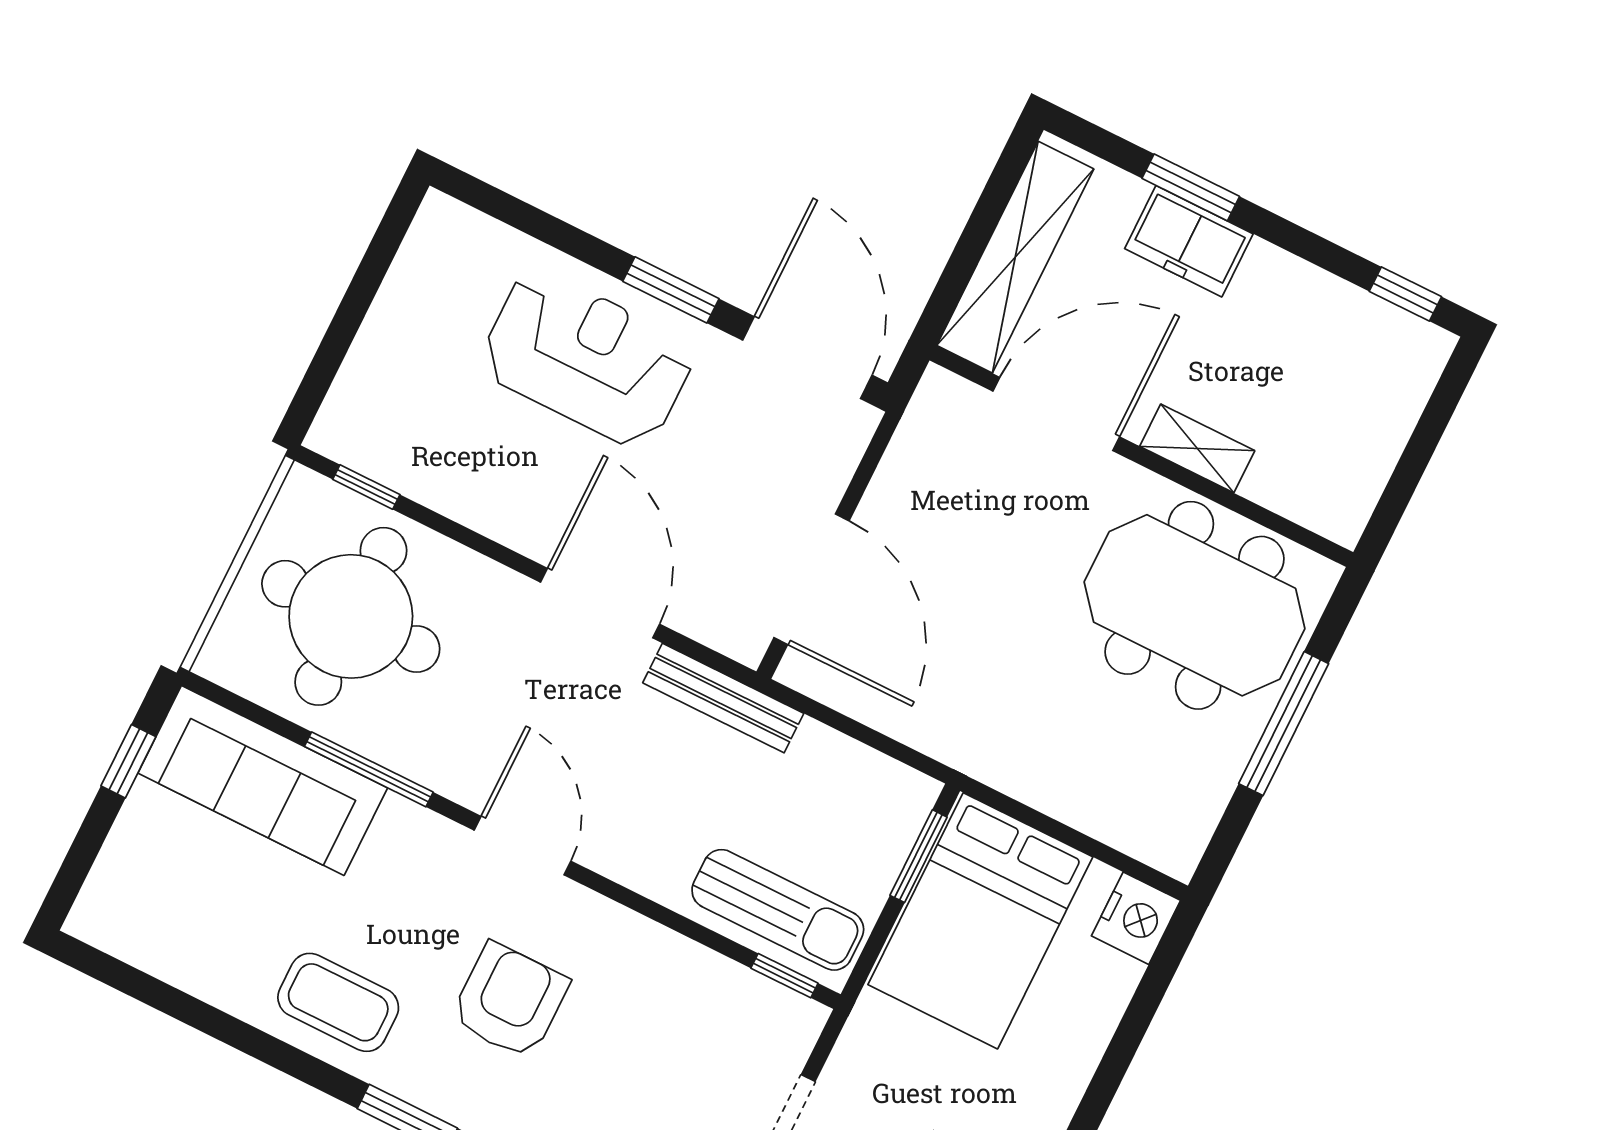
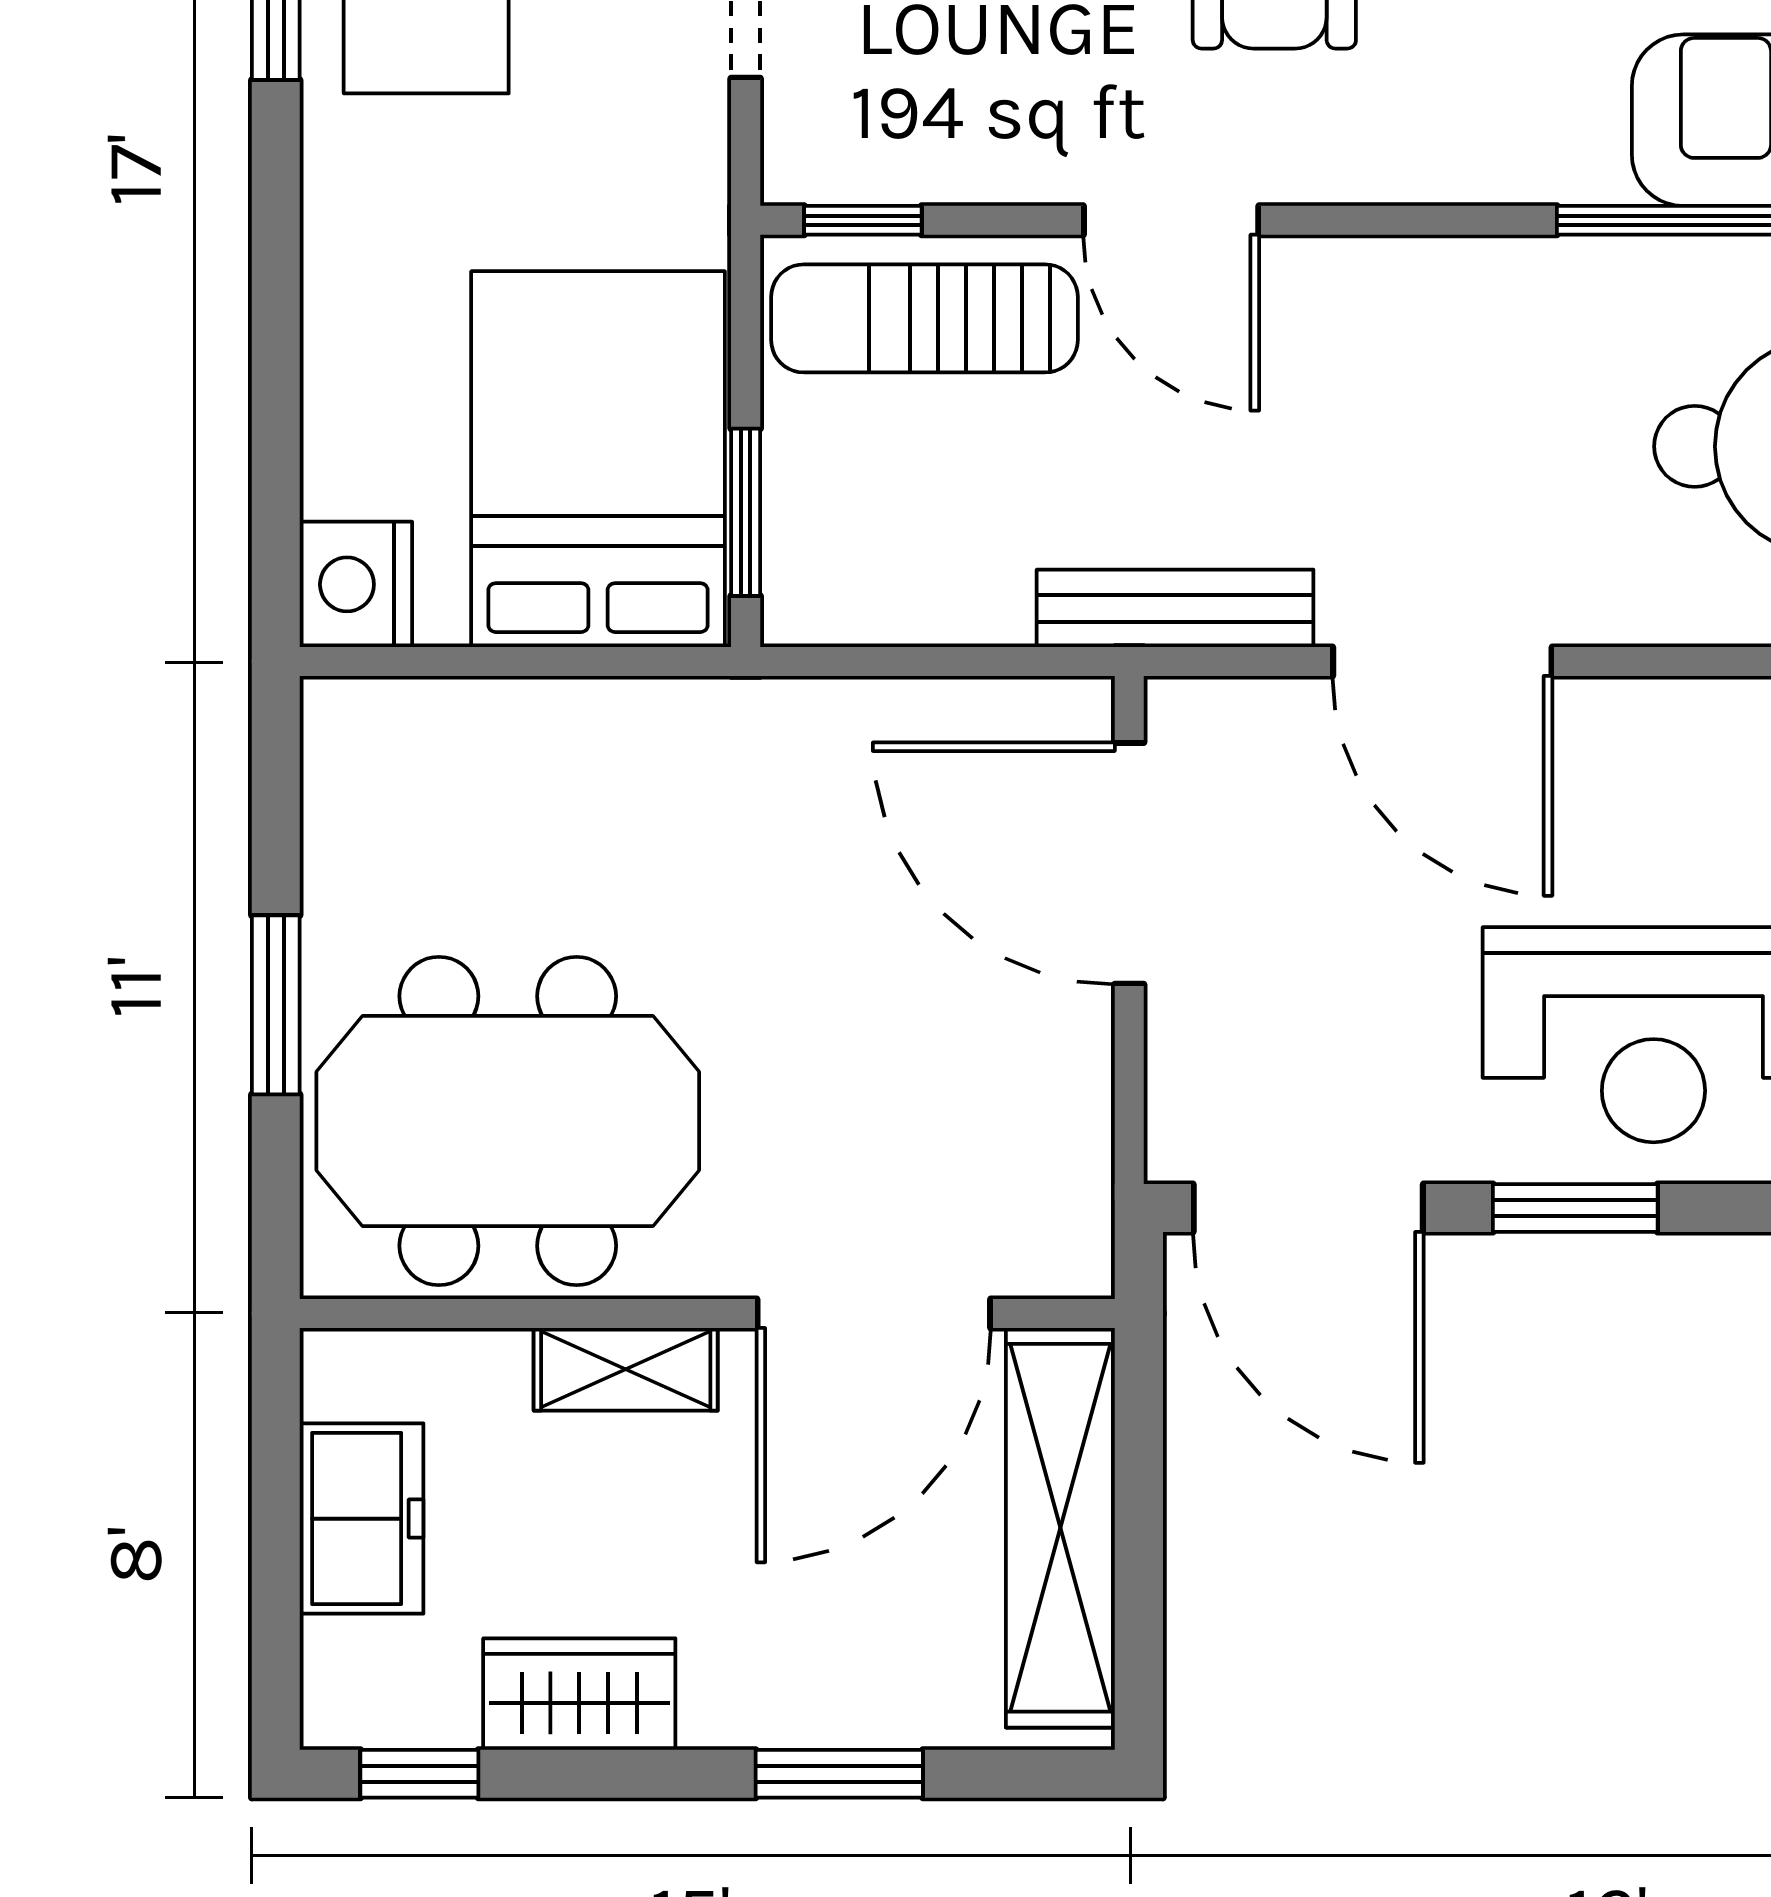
freezer: (1189, 241) -> (362, 1519), moved, turned 90
wardrobe: (1303, 294) -> (579, 1694), added
window: (1284, 724) -> (276, 1005), width x0.69
door: (523, 846) -> (1171, 220), moved

